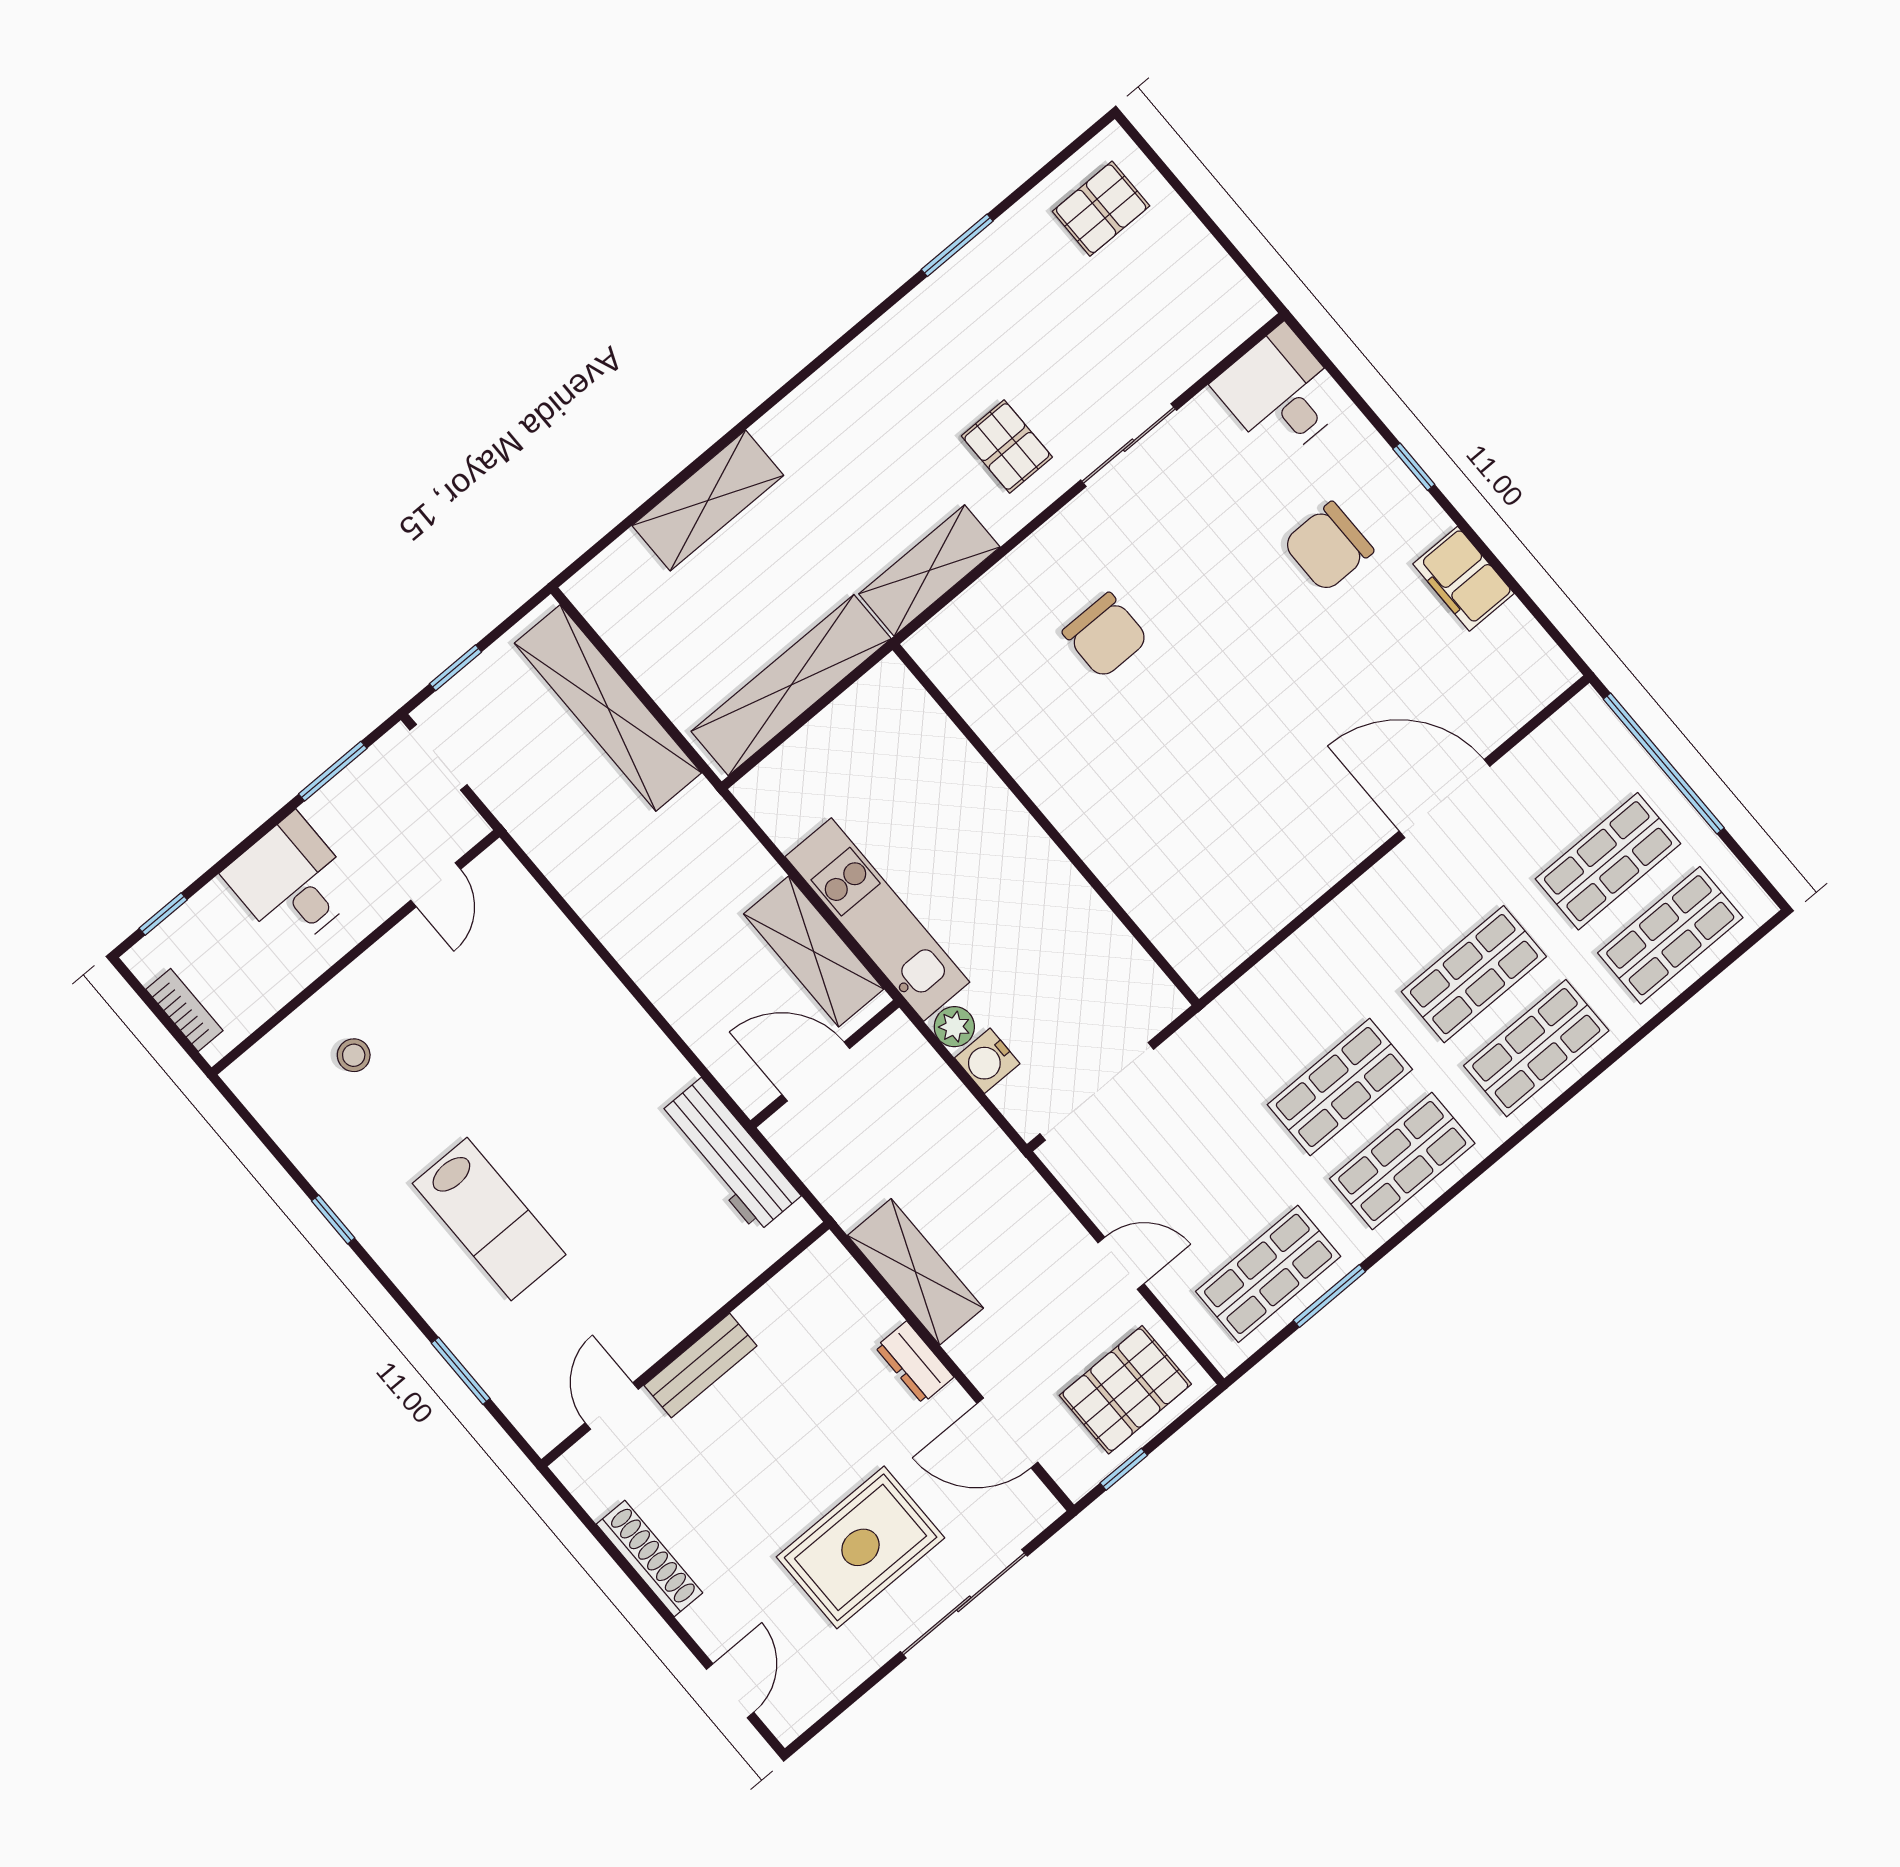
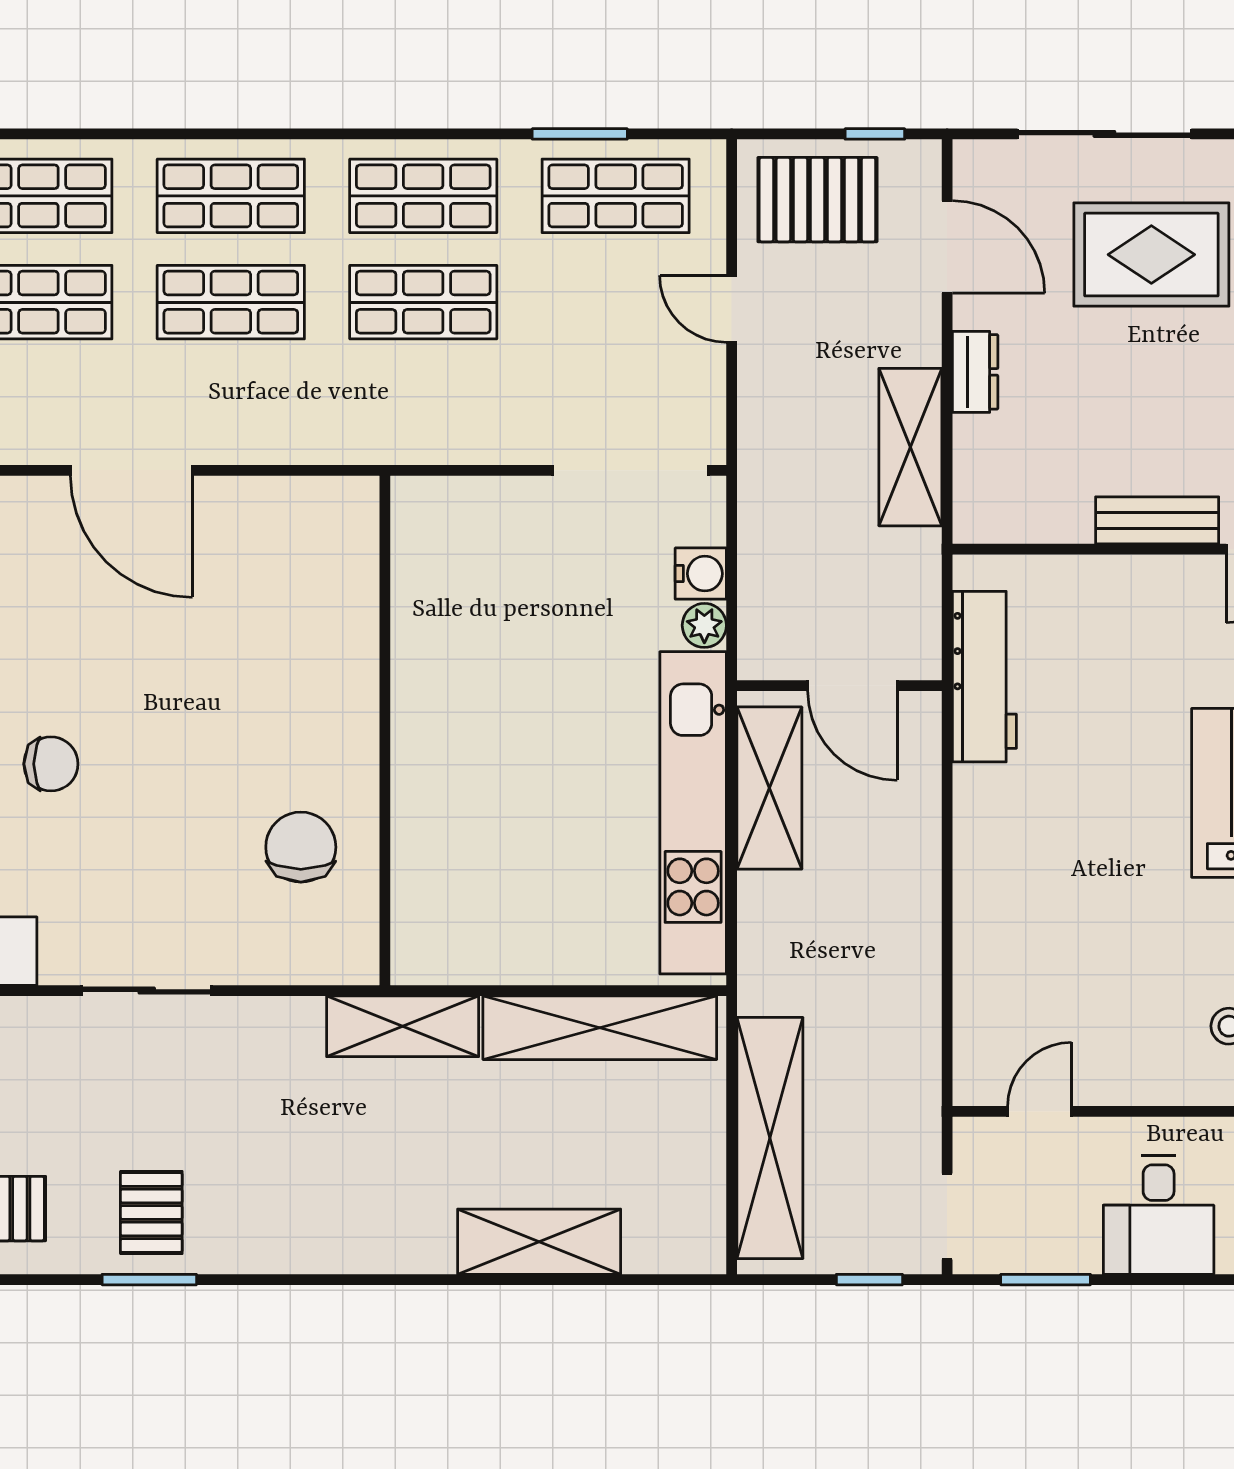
pallet: (1007, 446) -> (151, 1212), moved
chair: (1328, 547) -> (51, 764), width x0.73, depth x0.73
wall: (1046, 825) -> (385, 730), moved
kitchen unit: (877, 919) -> (693, 813), width x1.36

